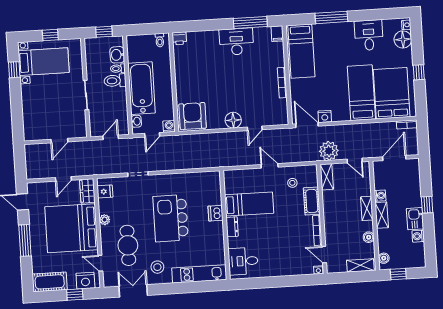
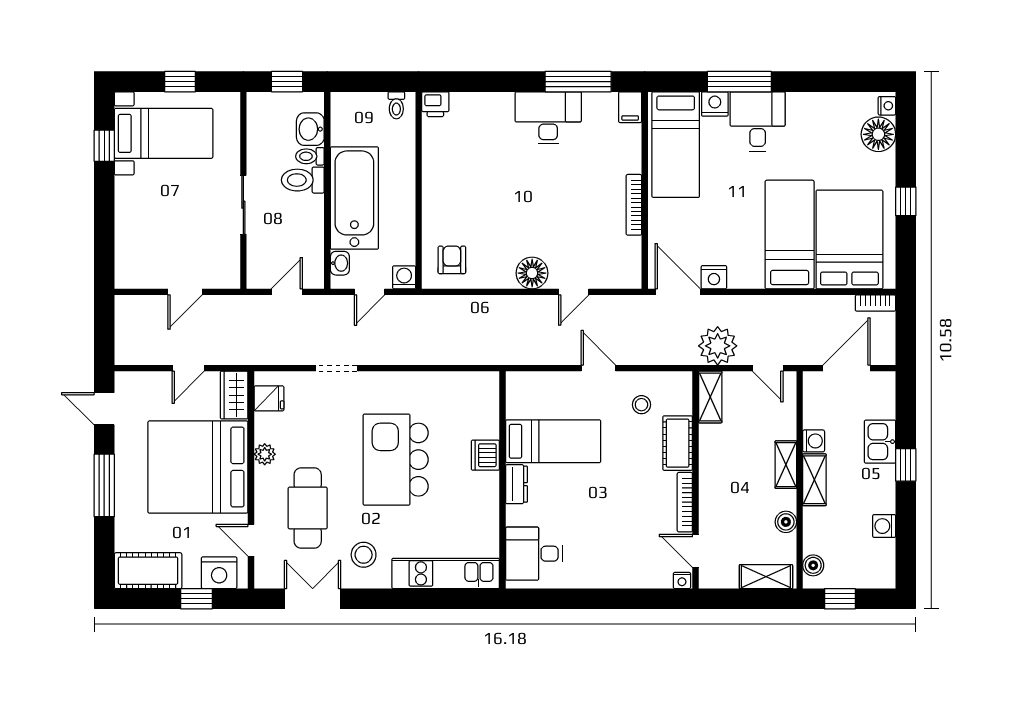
nightstand: (320, 29) -> (715, 104), added
desk: (369, 35) -> (758, 121), moved
armchair: (193, 116) -> (452, 260), width x0.53, depth x0.53
kitchen sink: (415, 219) -> (880, 442), moved

